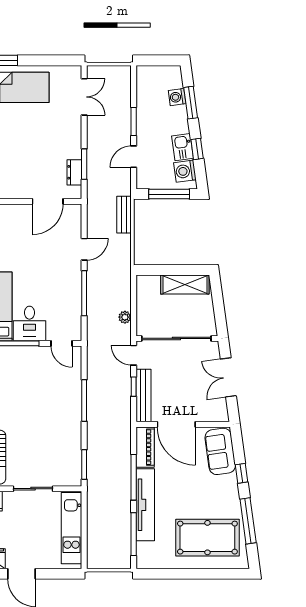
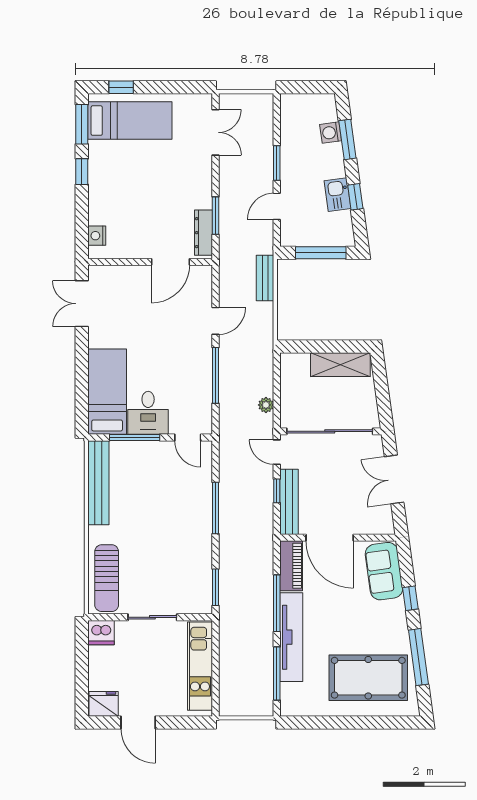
washing machine: (185, 171) -> (340, 224), removed
dresser: (74, 172) -> (204, 233), width x1.44

